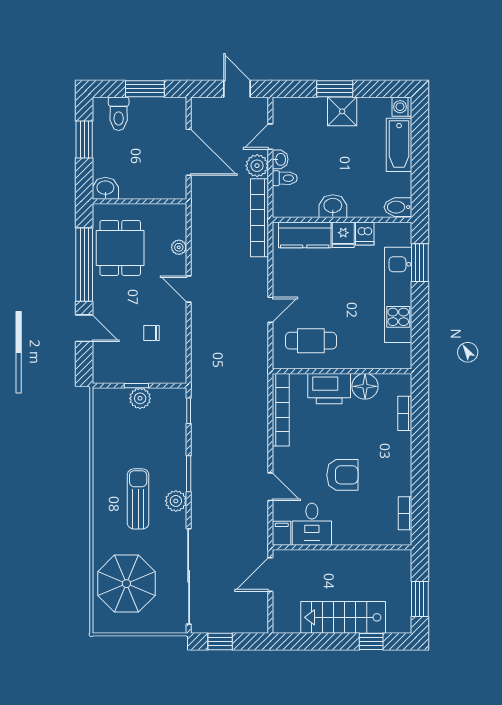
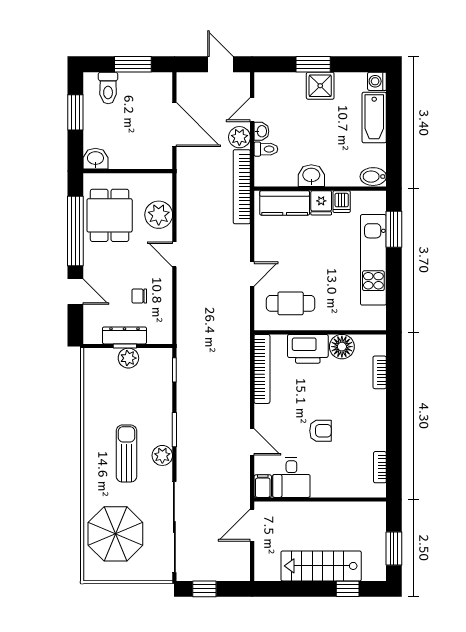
plant: (179, 247) -> (159, 215), width x1.88, depth x1.88
dresser: (136, 374) -> (124, 335), added
armchair: (342, 475) -> (320, 431), width x0.72, depth x0.72

